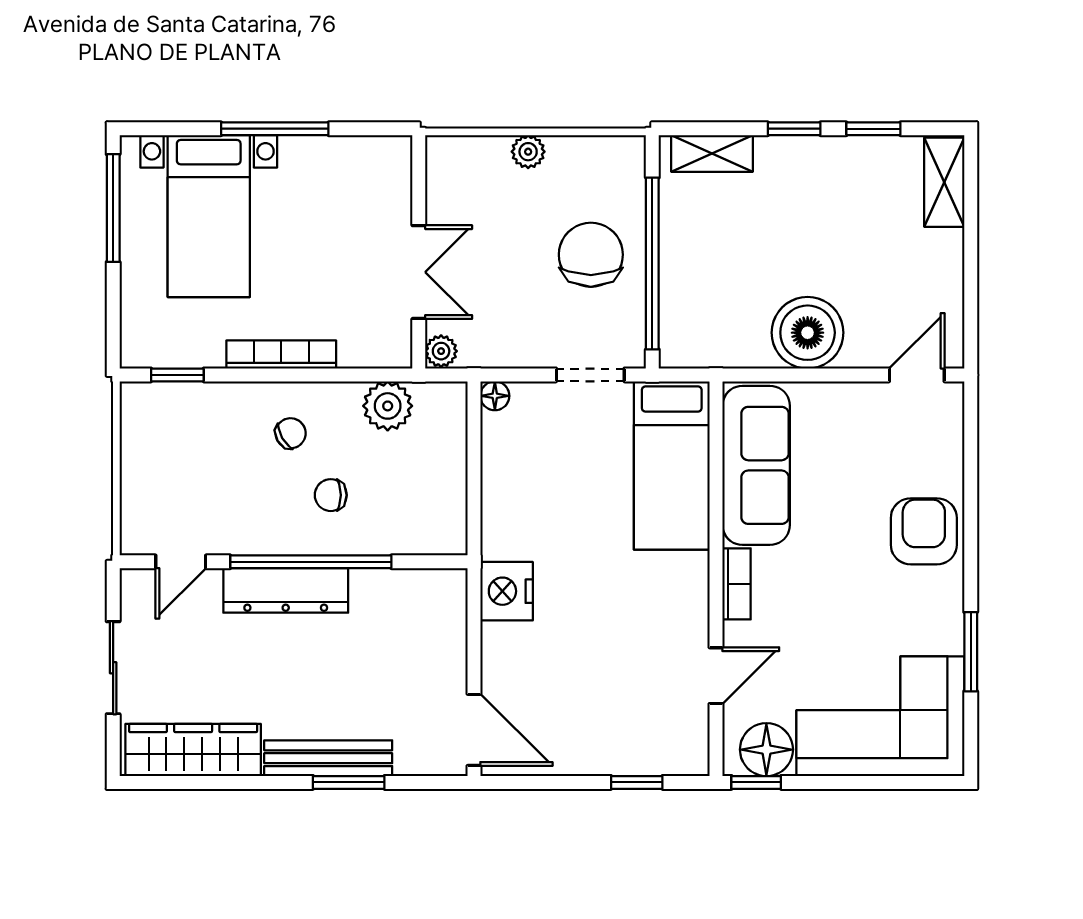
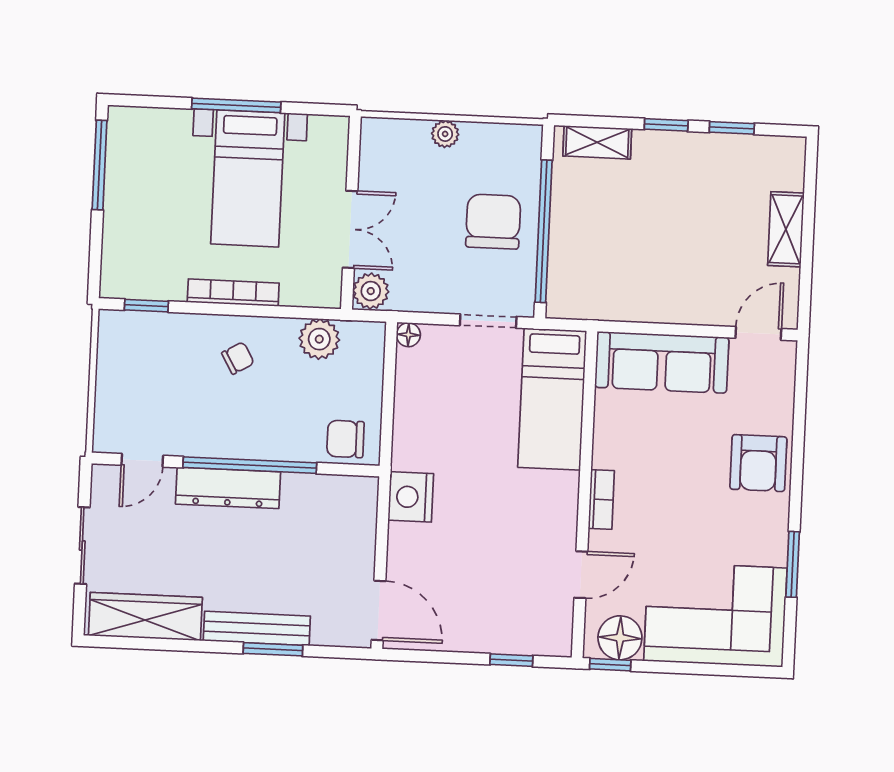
shelving: (944, 182) -> (786, 229), moved
bed with nightstands: (209, 216) -> (248, 178), moved
boiler: (808, 333) -> (670, 294), removed
plant: (441, 351) -> (371, 291), width x1.38, depth x1.38
sofa: (756, 465) -> (662, 362), moved, turned 90
chair: (331, 495) -> (345, 439), moved, width x1.37, depth x1.37
armchair: (924, 531) -> (758, 463), turned 180

